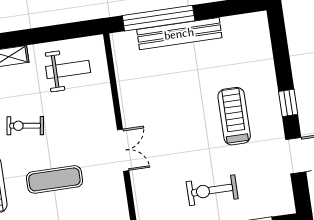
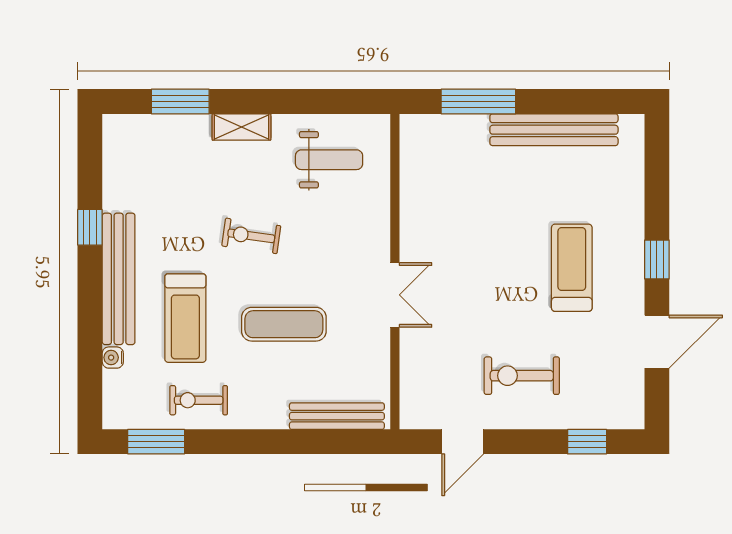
window: (159, 18) -> (478, 101), width x0.68
bench: (179, 34) -> (554, 130), moved

